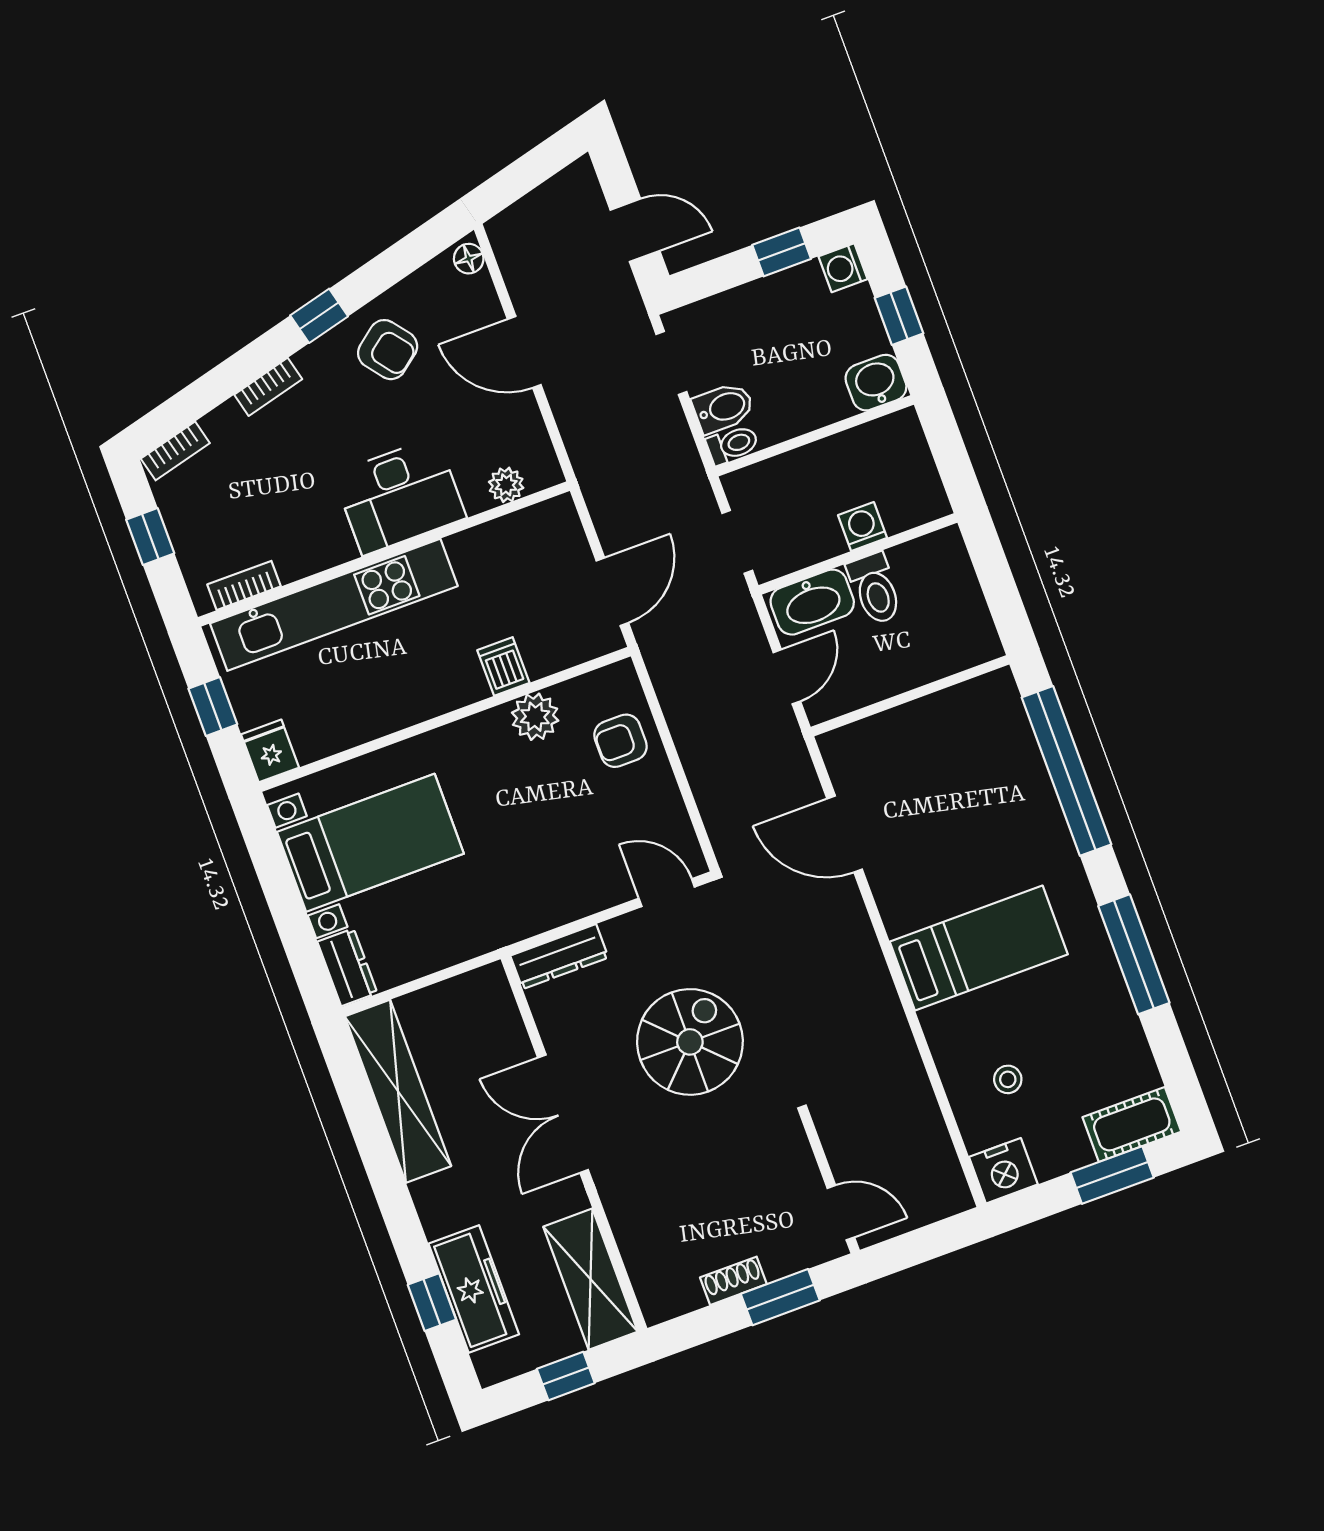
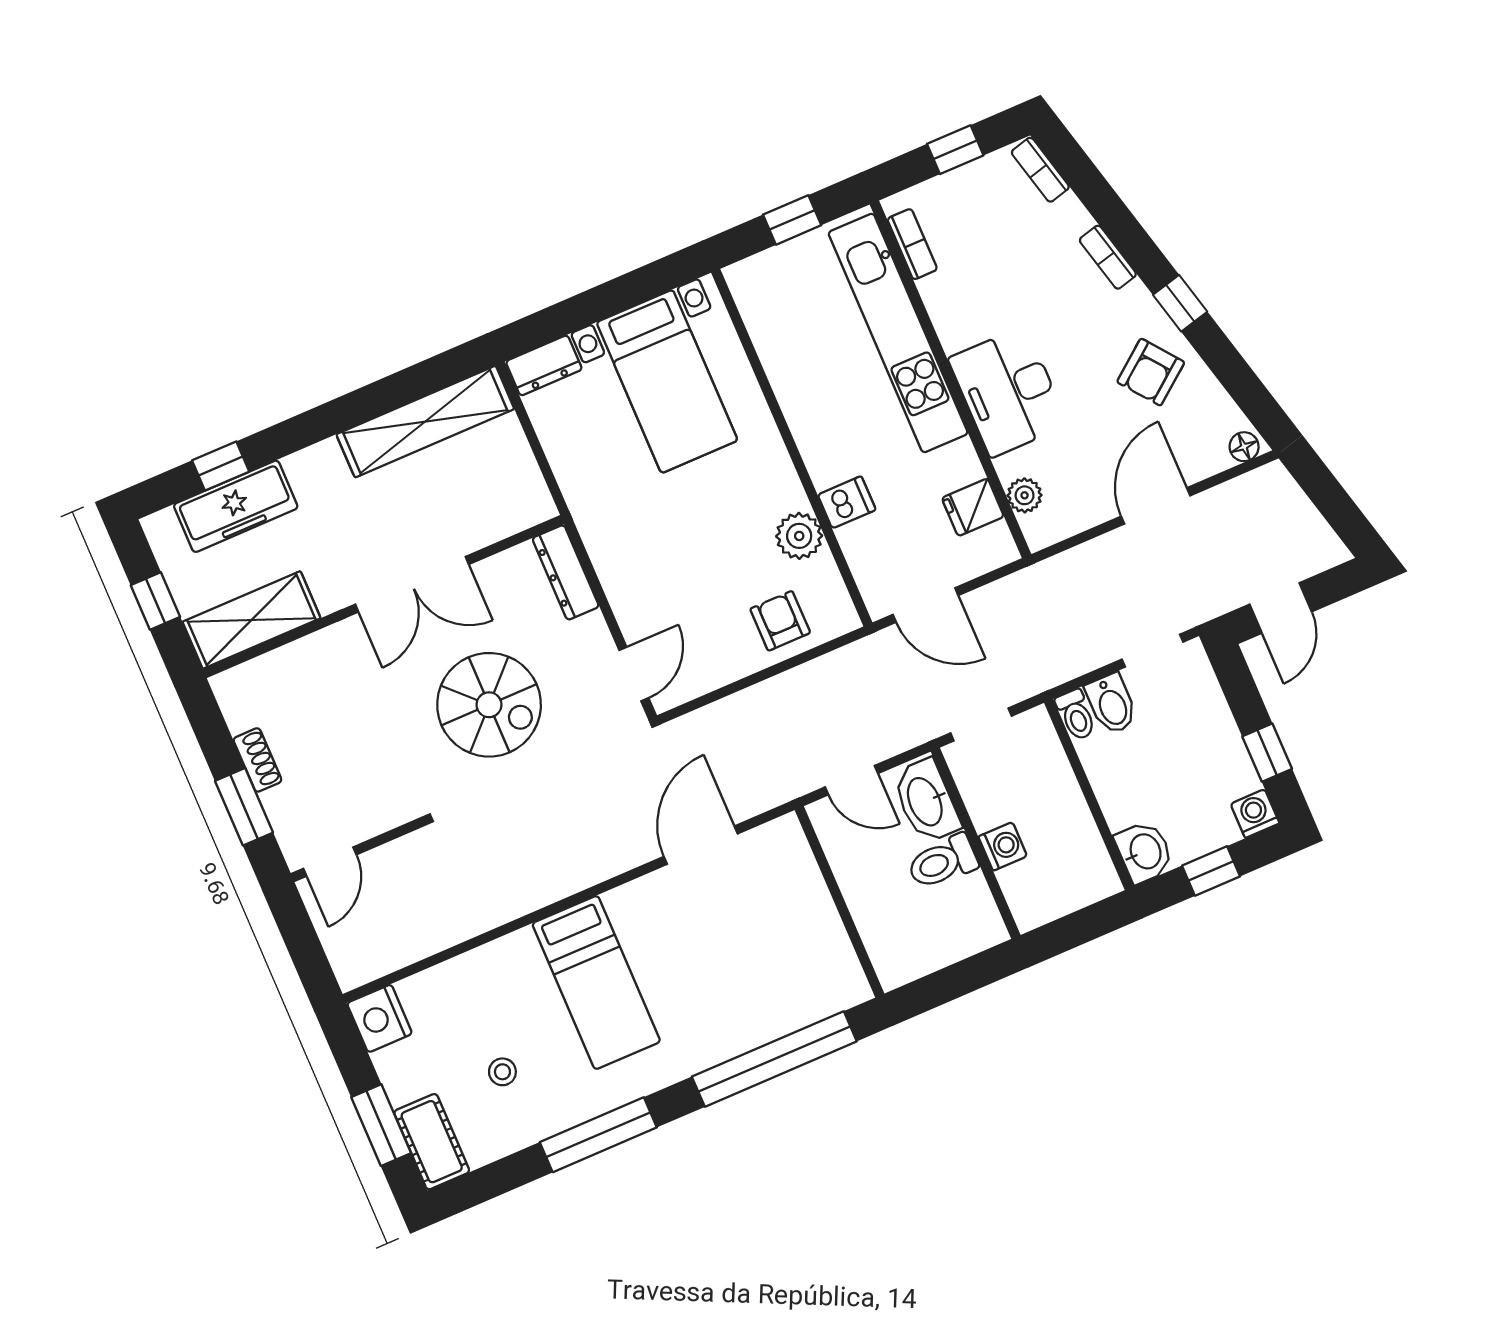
fridge: (270, 751) -> (973, 507), moved, turned 180
stool: (1008, 1079) -> (502, 1072), moved
double door: (563, 1114) -> (412, 584), swing flipped

